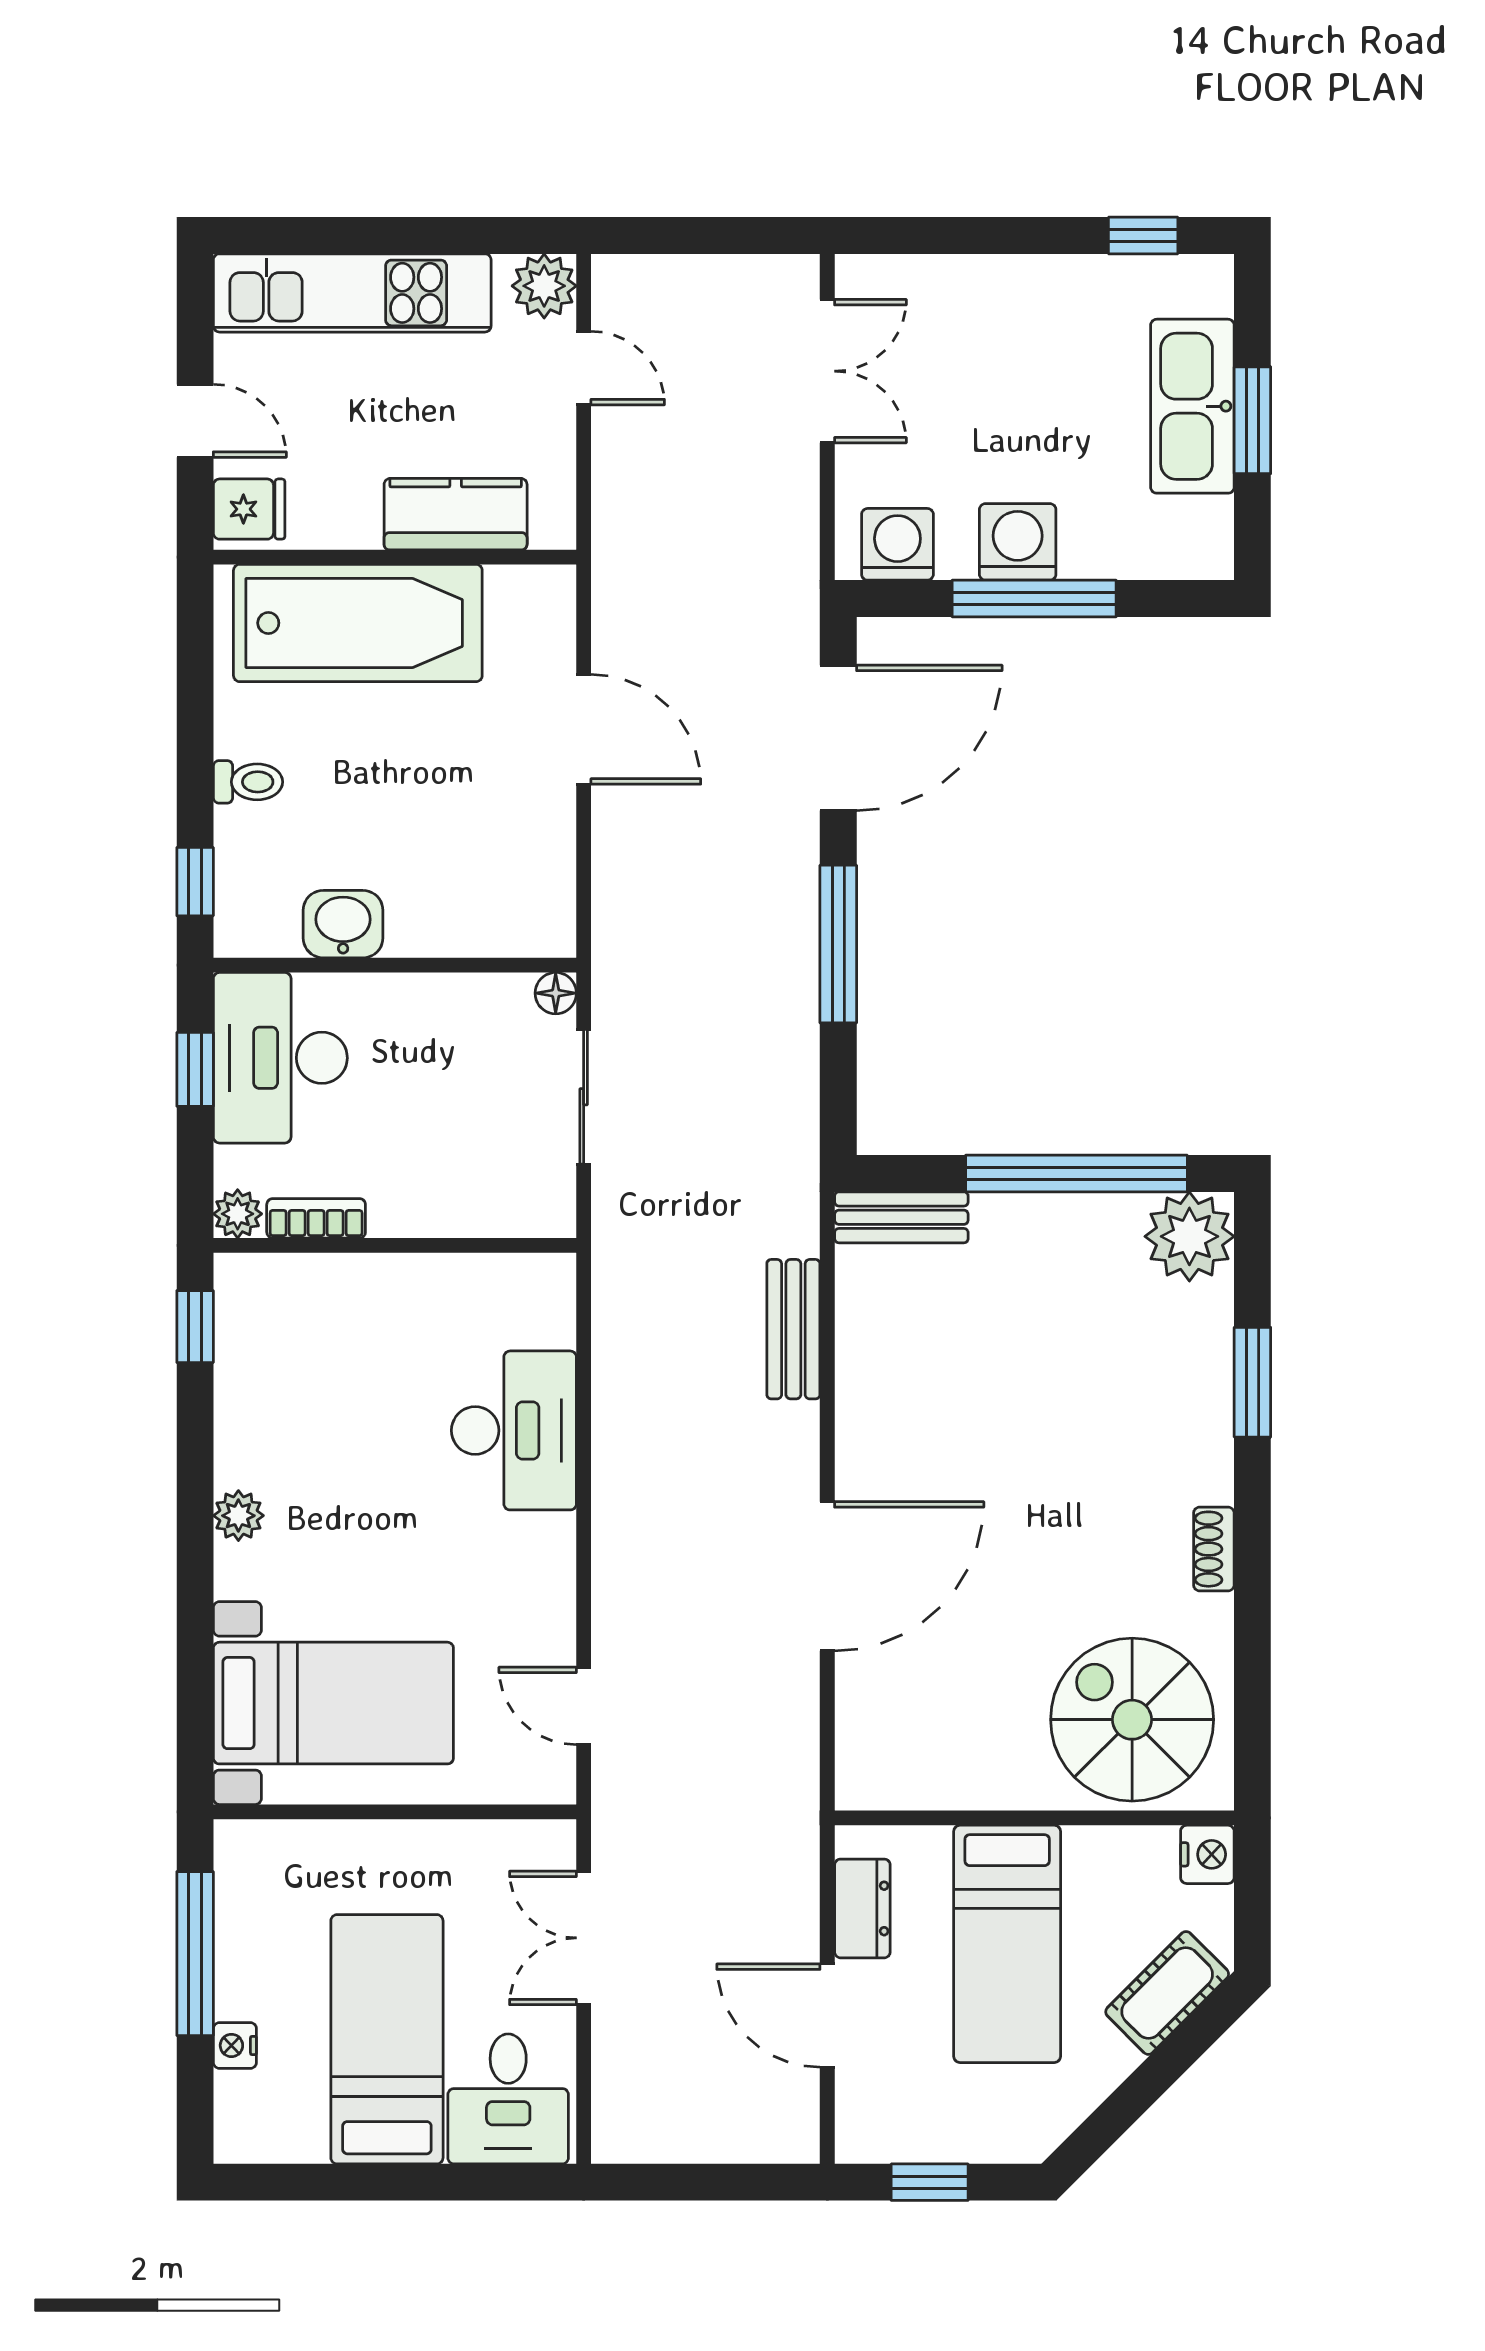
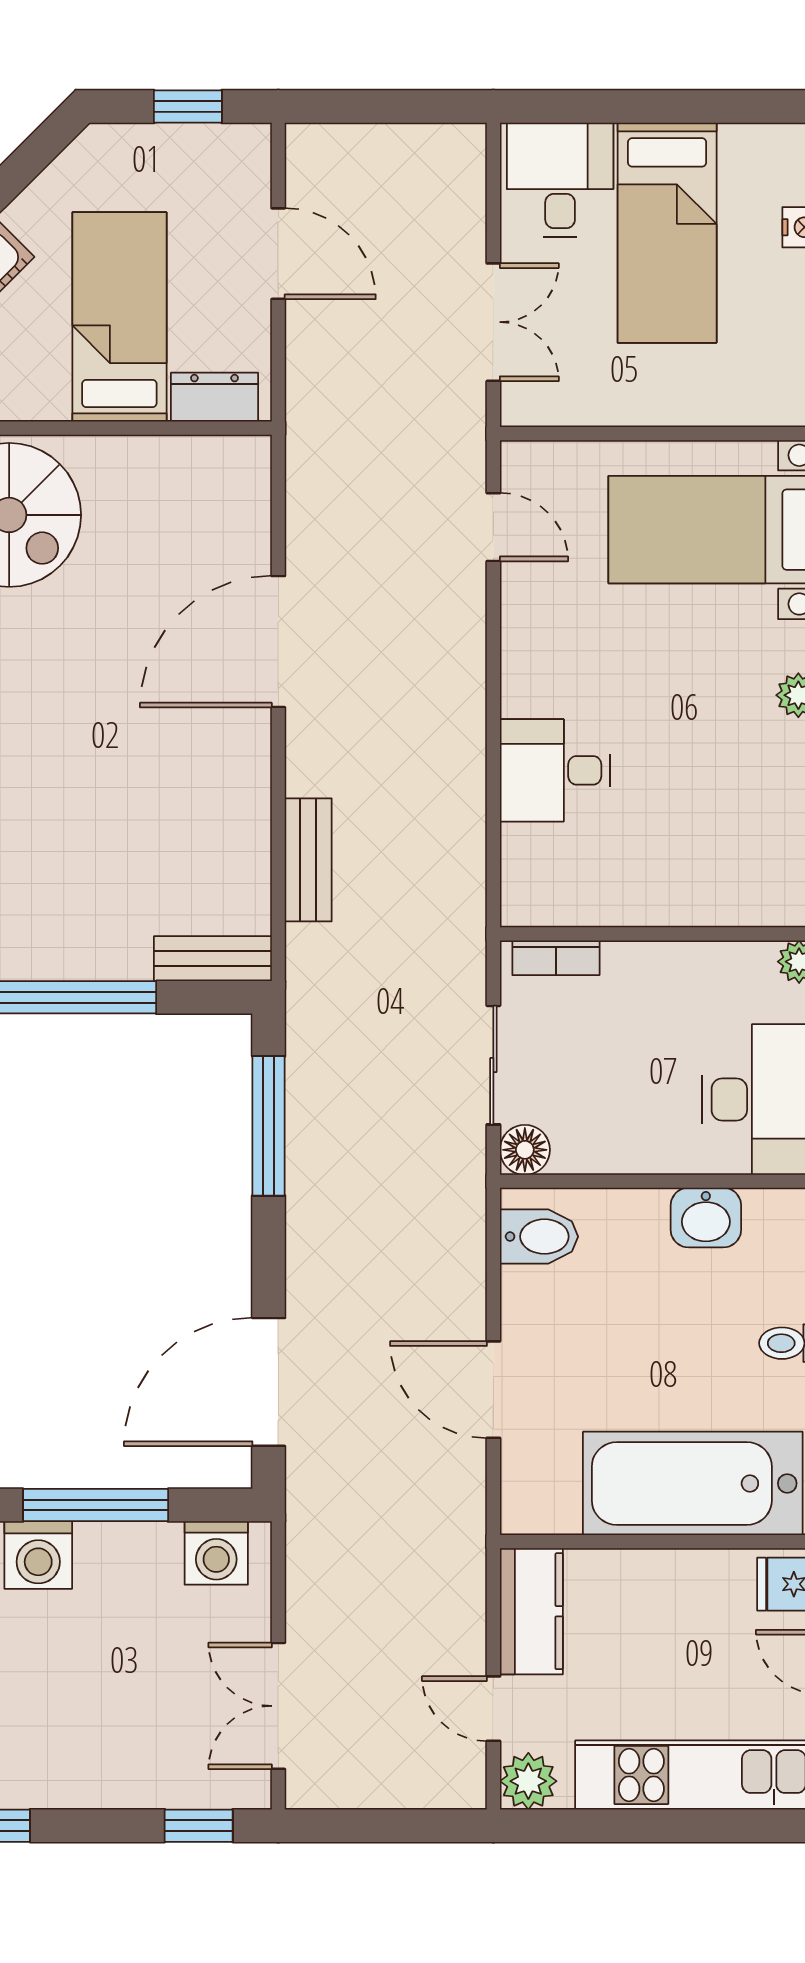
window: (917, 235) -> (199, 1826), added
kitchen counter: (456, 514) -> (531, 1611), moved, turned -90
washing machine: (1018, 542) -> (38, 1555), moved
bidet: (532, 903) -> (539, 1237), added
window: (838, 944) -> (269, 1126), moved
floor lamp: (556, 993) -> (525, 1150), width x1.37, depth x1.37
bookcase: (316, 1218) -> (556, 958), moved
desk: (514, 1430) -> (555, 770), width x0.73
dresser: (862, 1908) -> (214, 397), moved, turned 90

